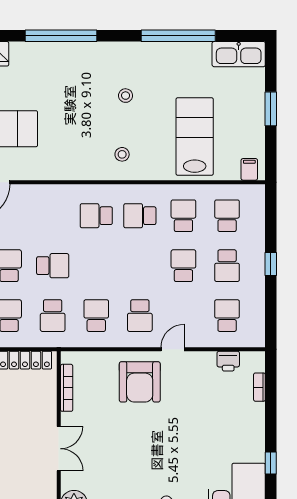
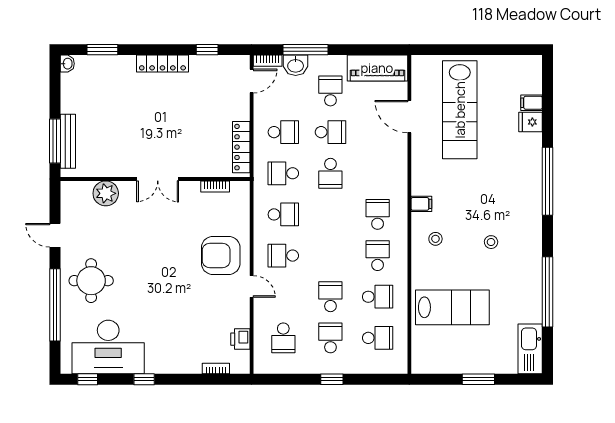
filing cabinet: (249, 169) -> (421, 204), moved
school desk: (183, 266) -> (330, 297), turned -90
school desk: (227, 266) -> (330, 338), turned 90
school desk: (227, 316) -> (283, 338), turned 90
bookcase: (67, 388) -> (215, 186), width x0.64

